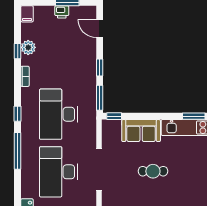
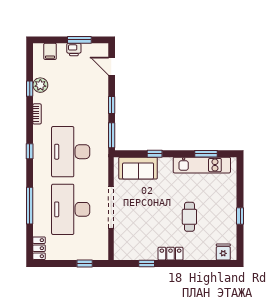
filing cabinet: (27, 14) -> (50, 51), moved
window: (114, 116) -> (155, 154), moved
sofa: (141, 131) -> (138, 168), moved
window: (18, 151) -> (30, 206), moved
cafe table: (153, 171) -> (189, 217), moved, turned 90

